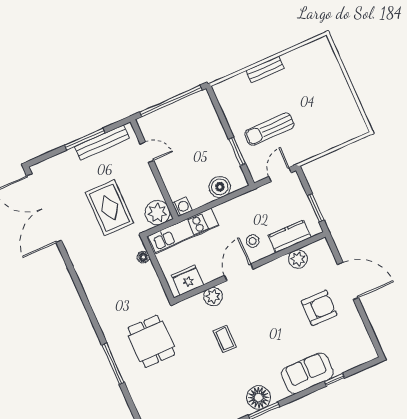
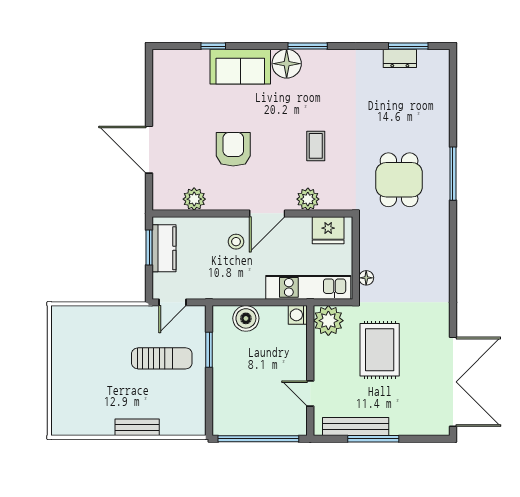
kitchen counter: (290, 236) -> (164, 248), moved, turned -90
armchair: (319, 308) -> (233, 149), moved, turned 90
floor lamp: (259, 397) -> (287, 64), moved

